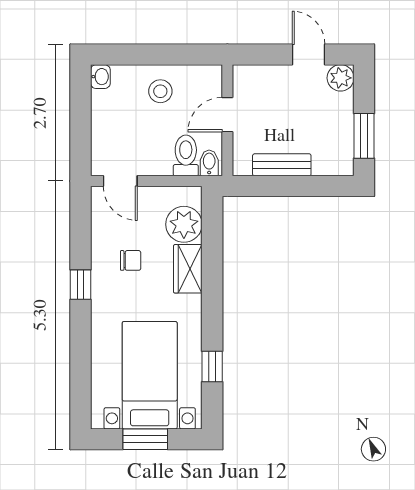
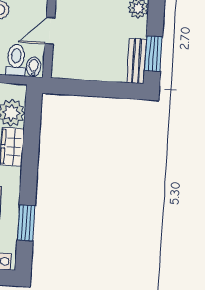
bench: (282, 165) -> (137, 61), moved, turned 90
window: (212, 366) -> (26, 223), width x1.50

